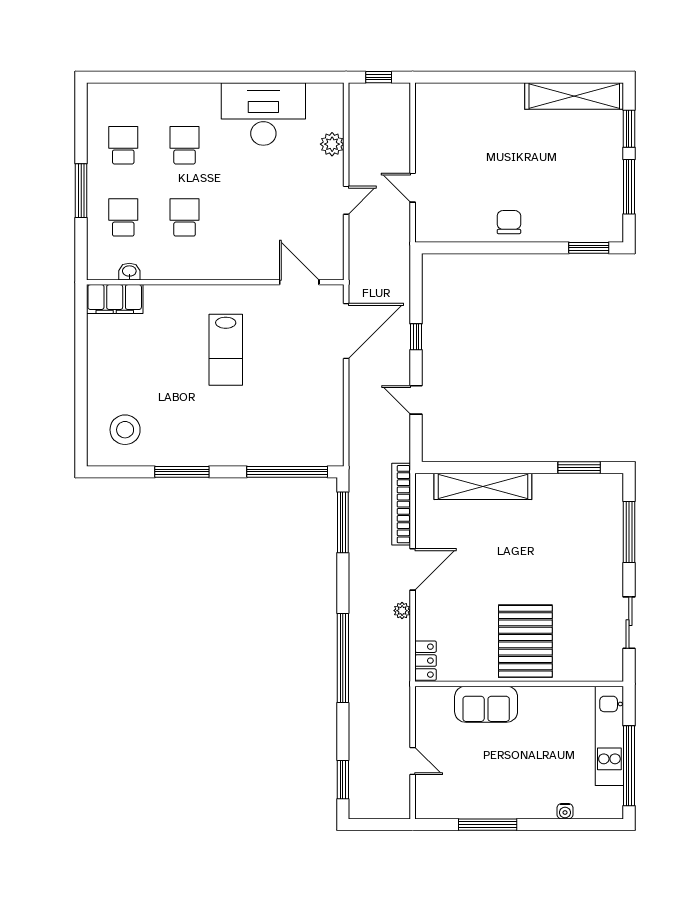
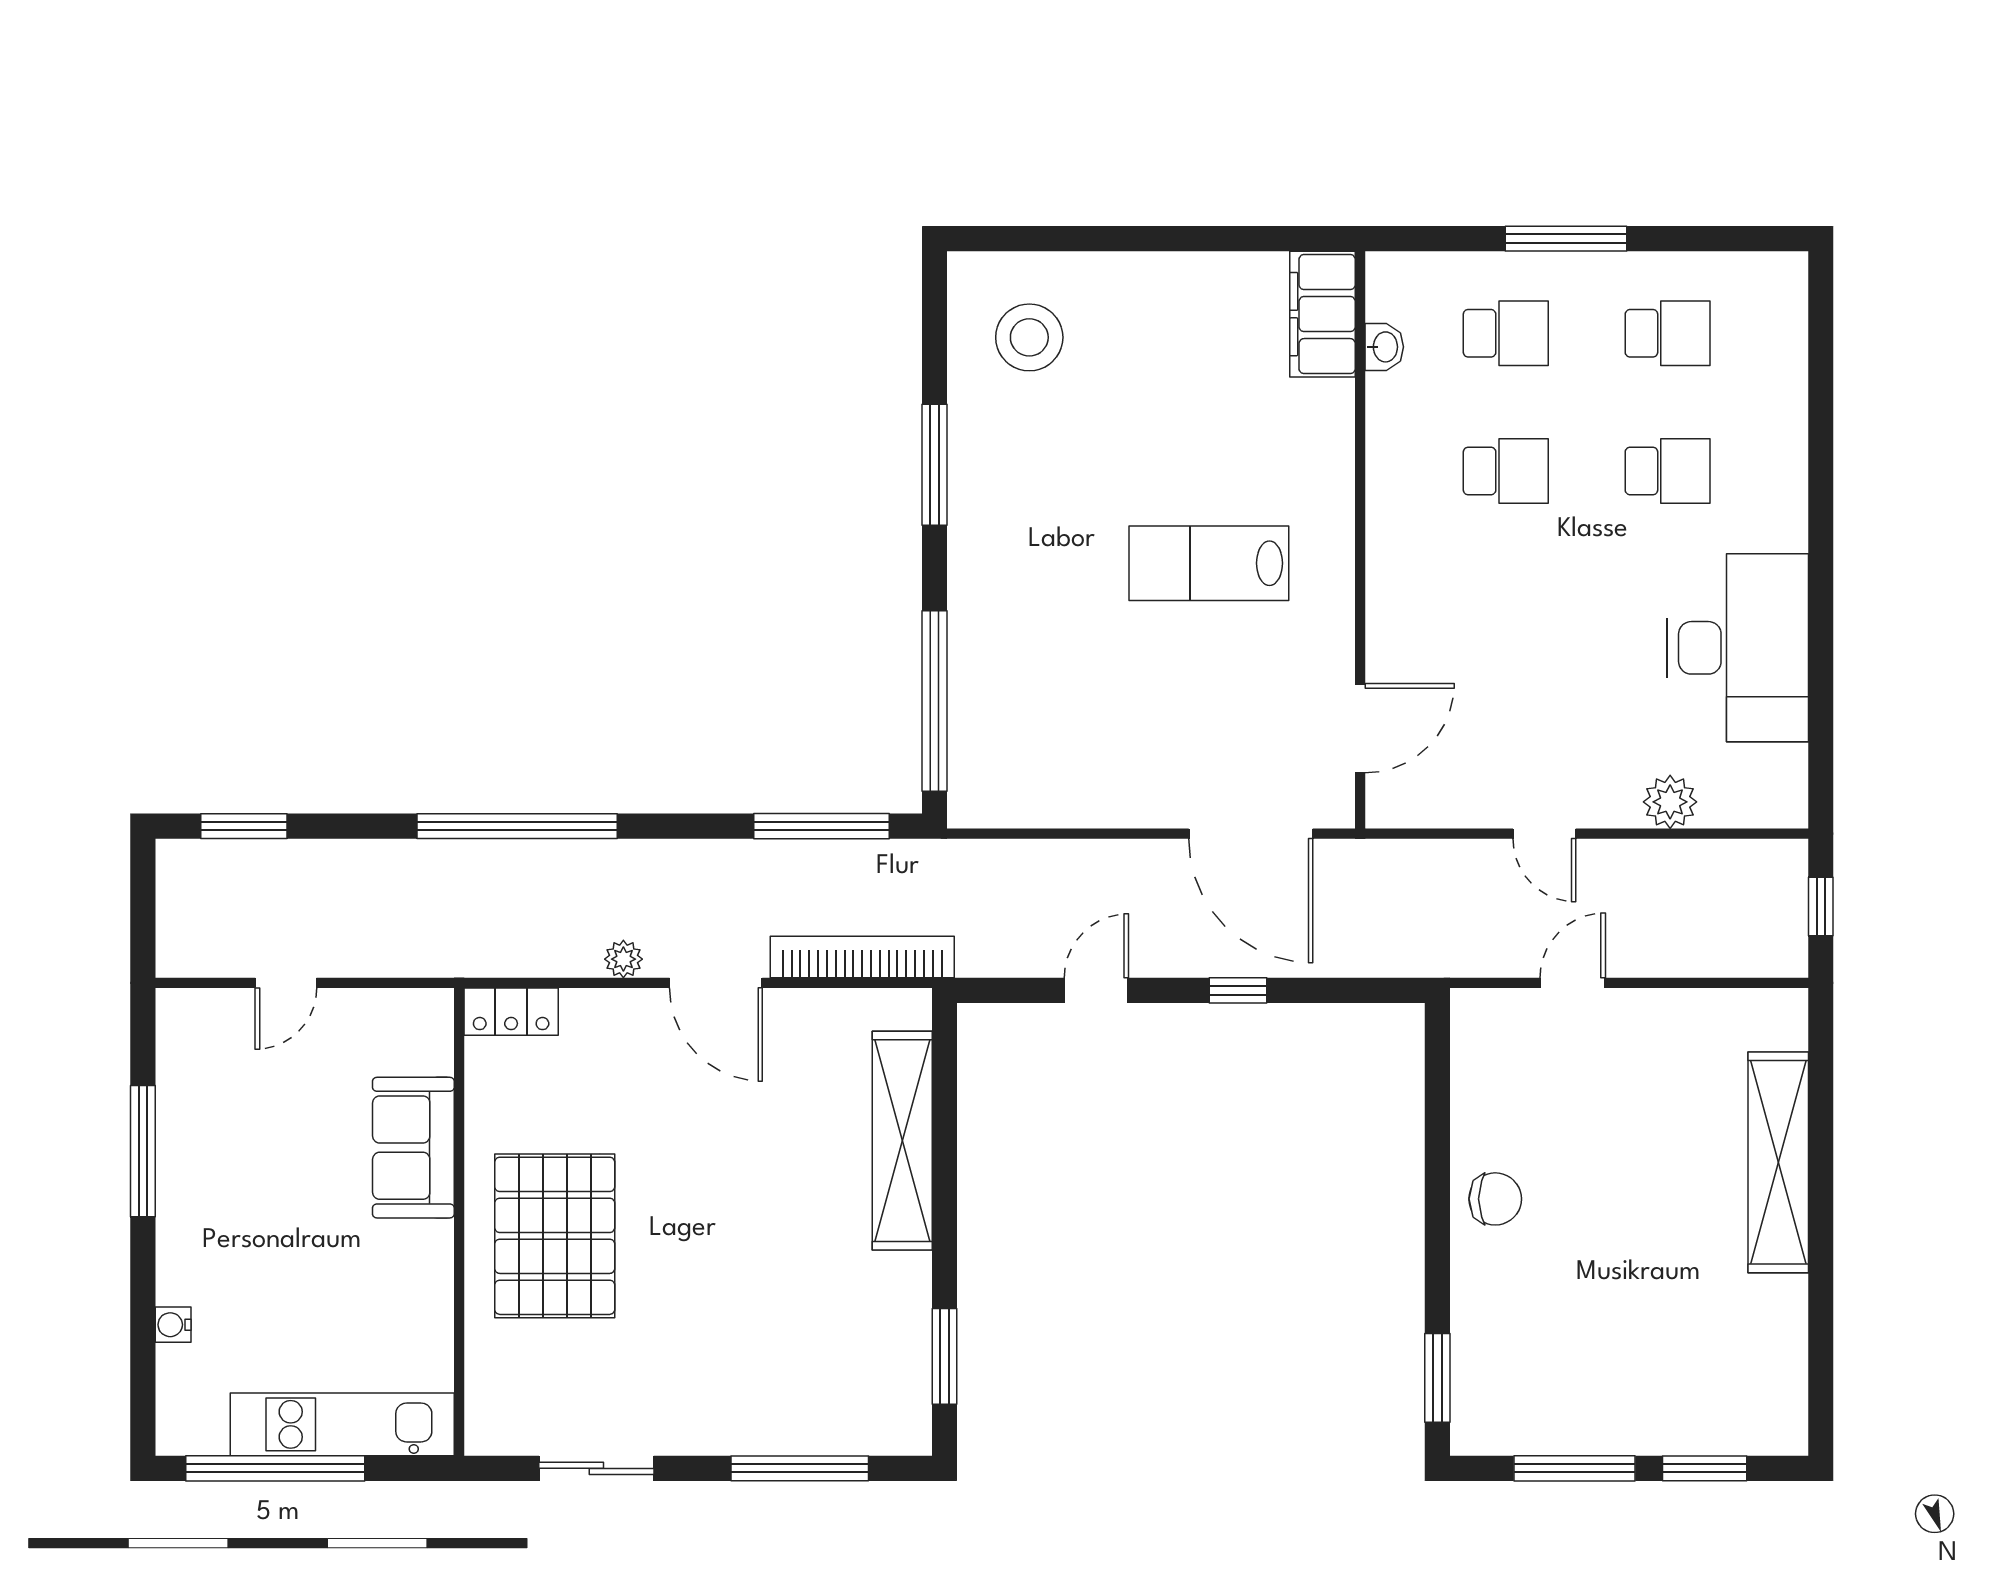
shelving: (574, 96) -> (1778, 1162), moved
pallet: (525, 641) -> (555, 1236), turned 90

